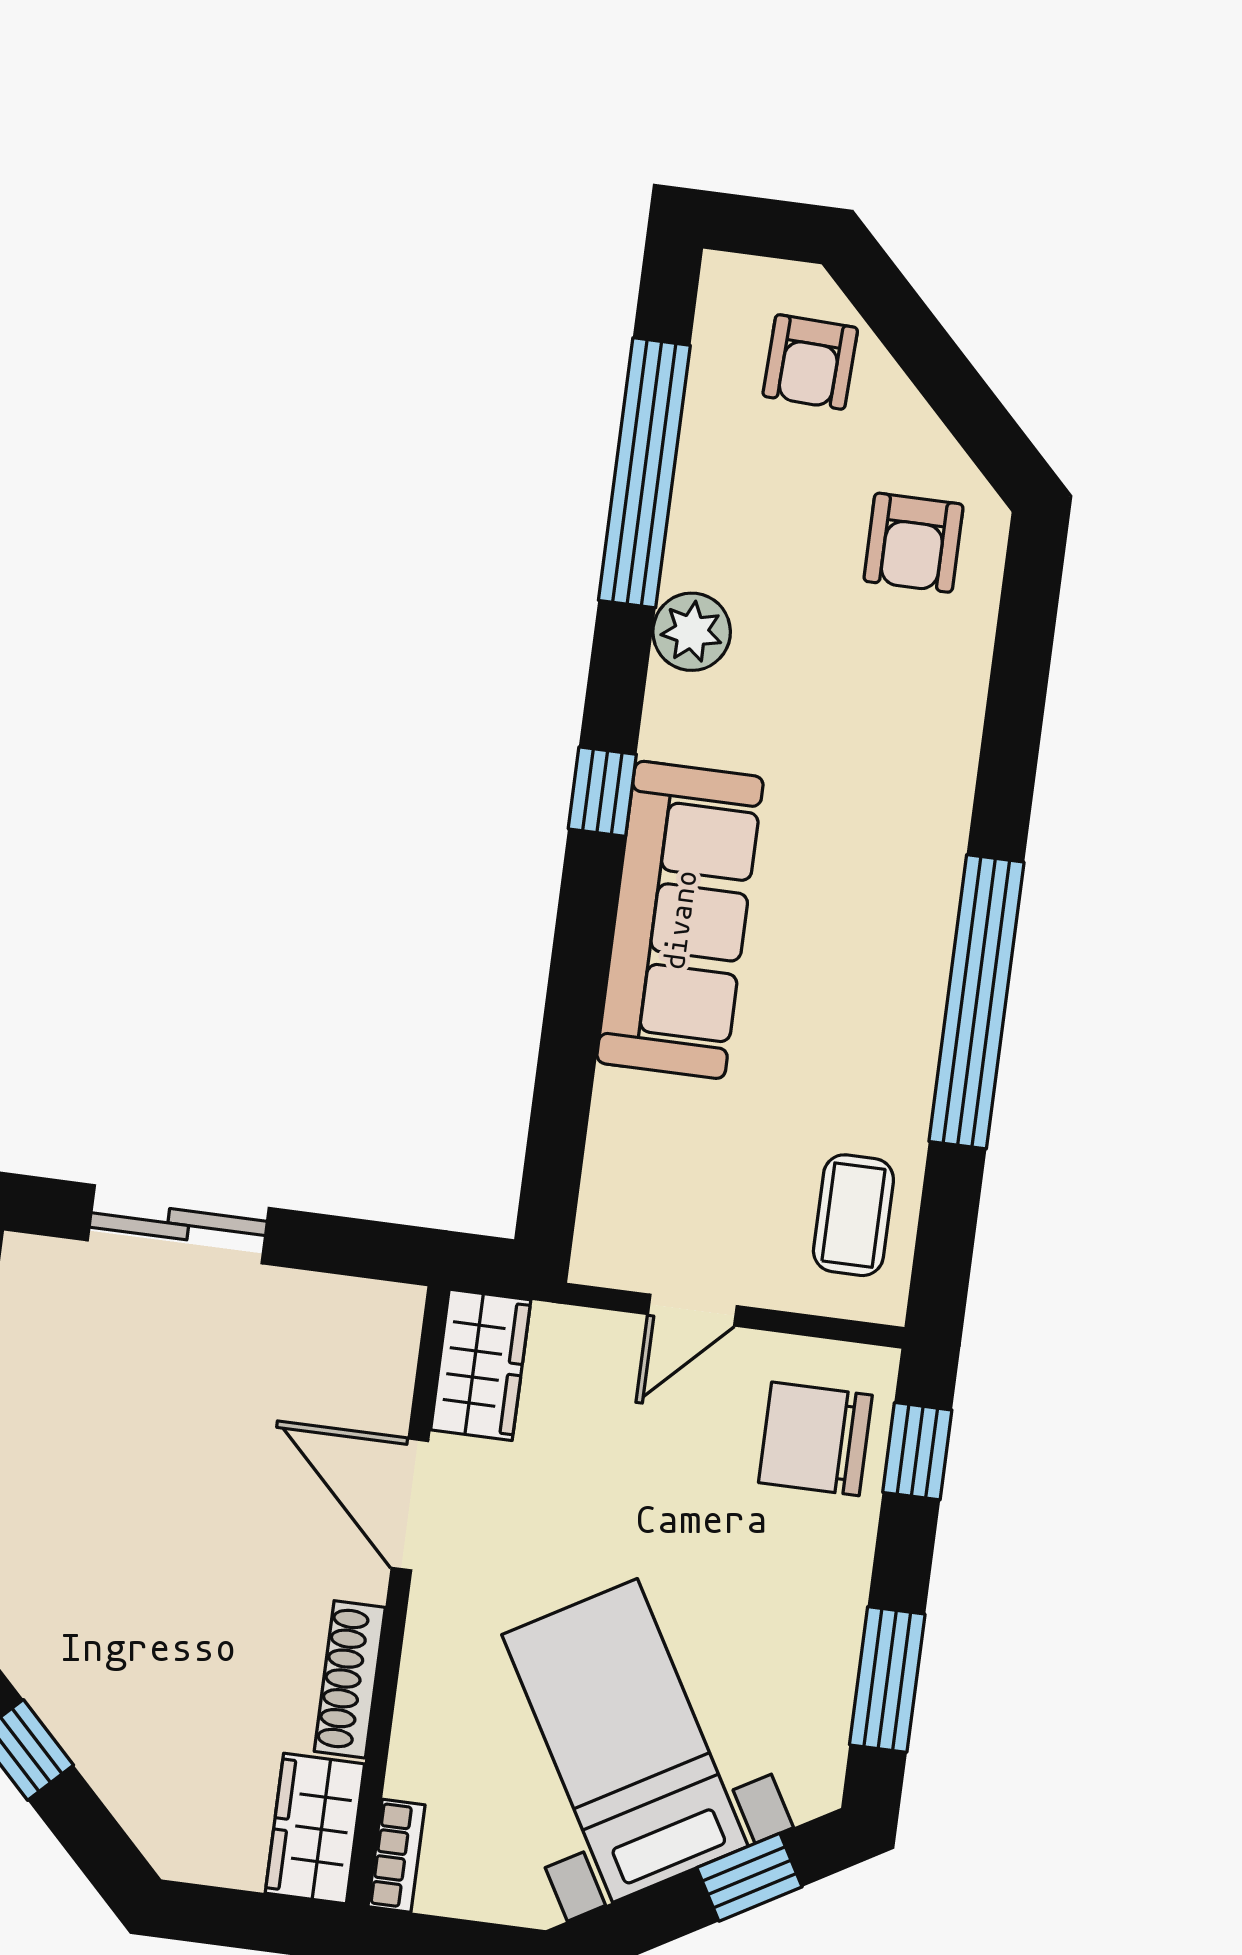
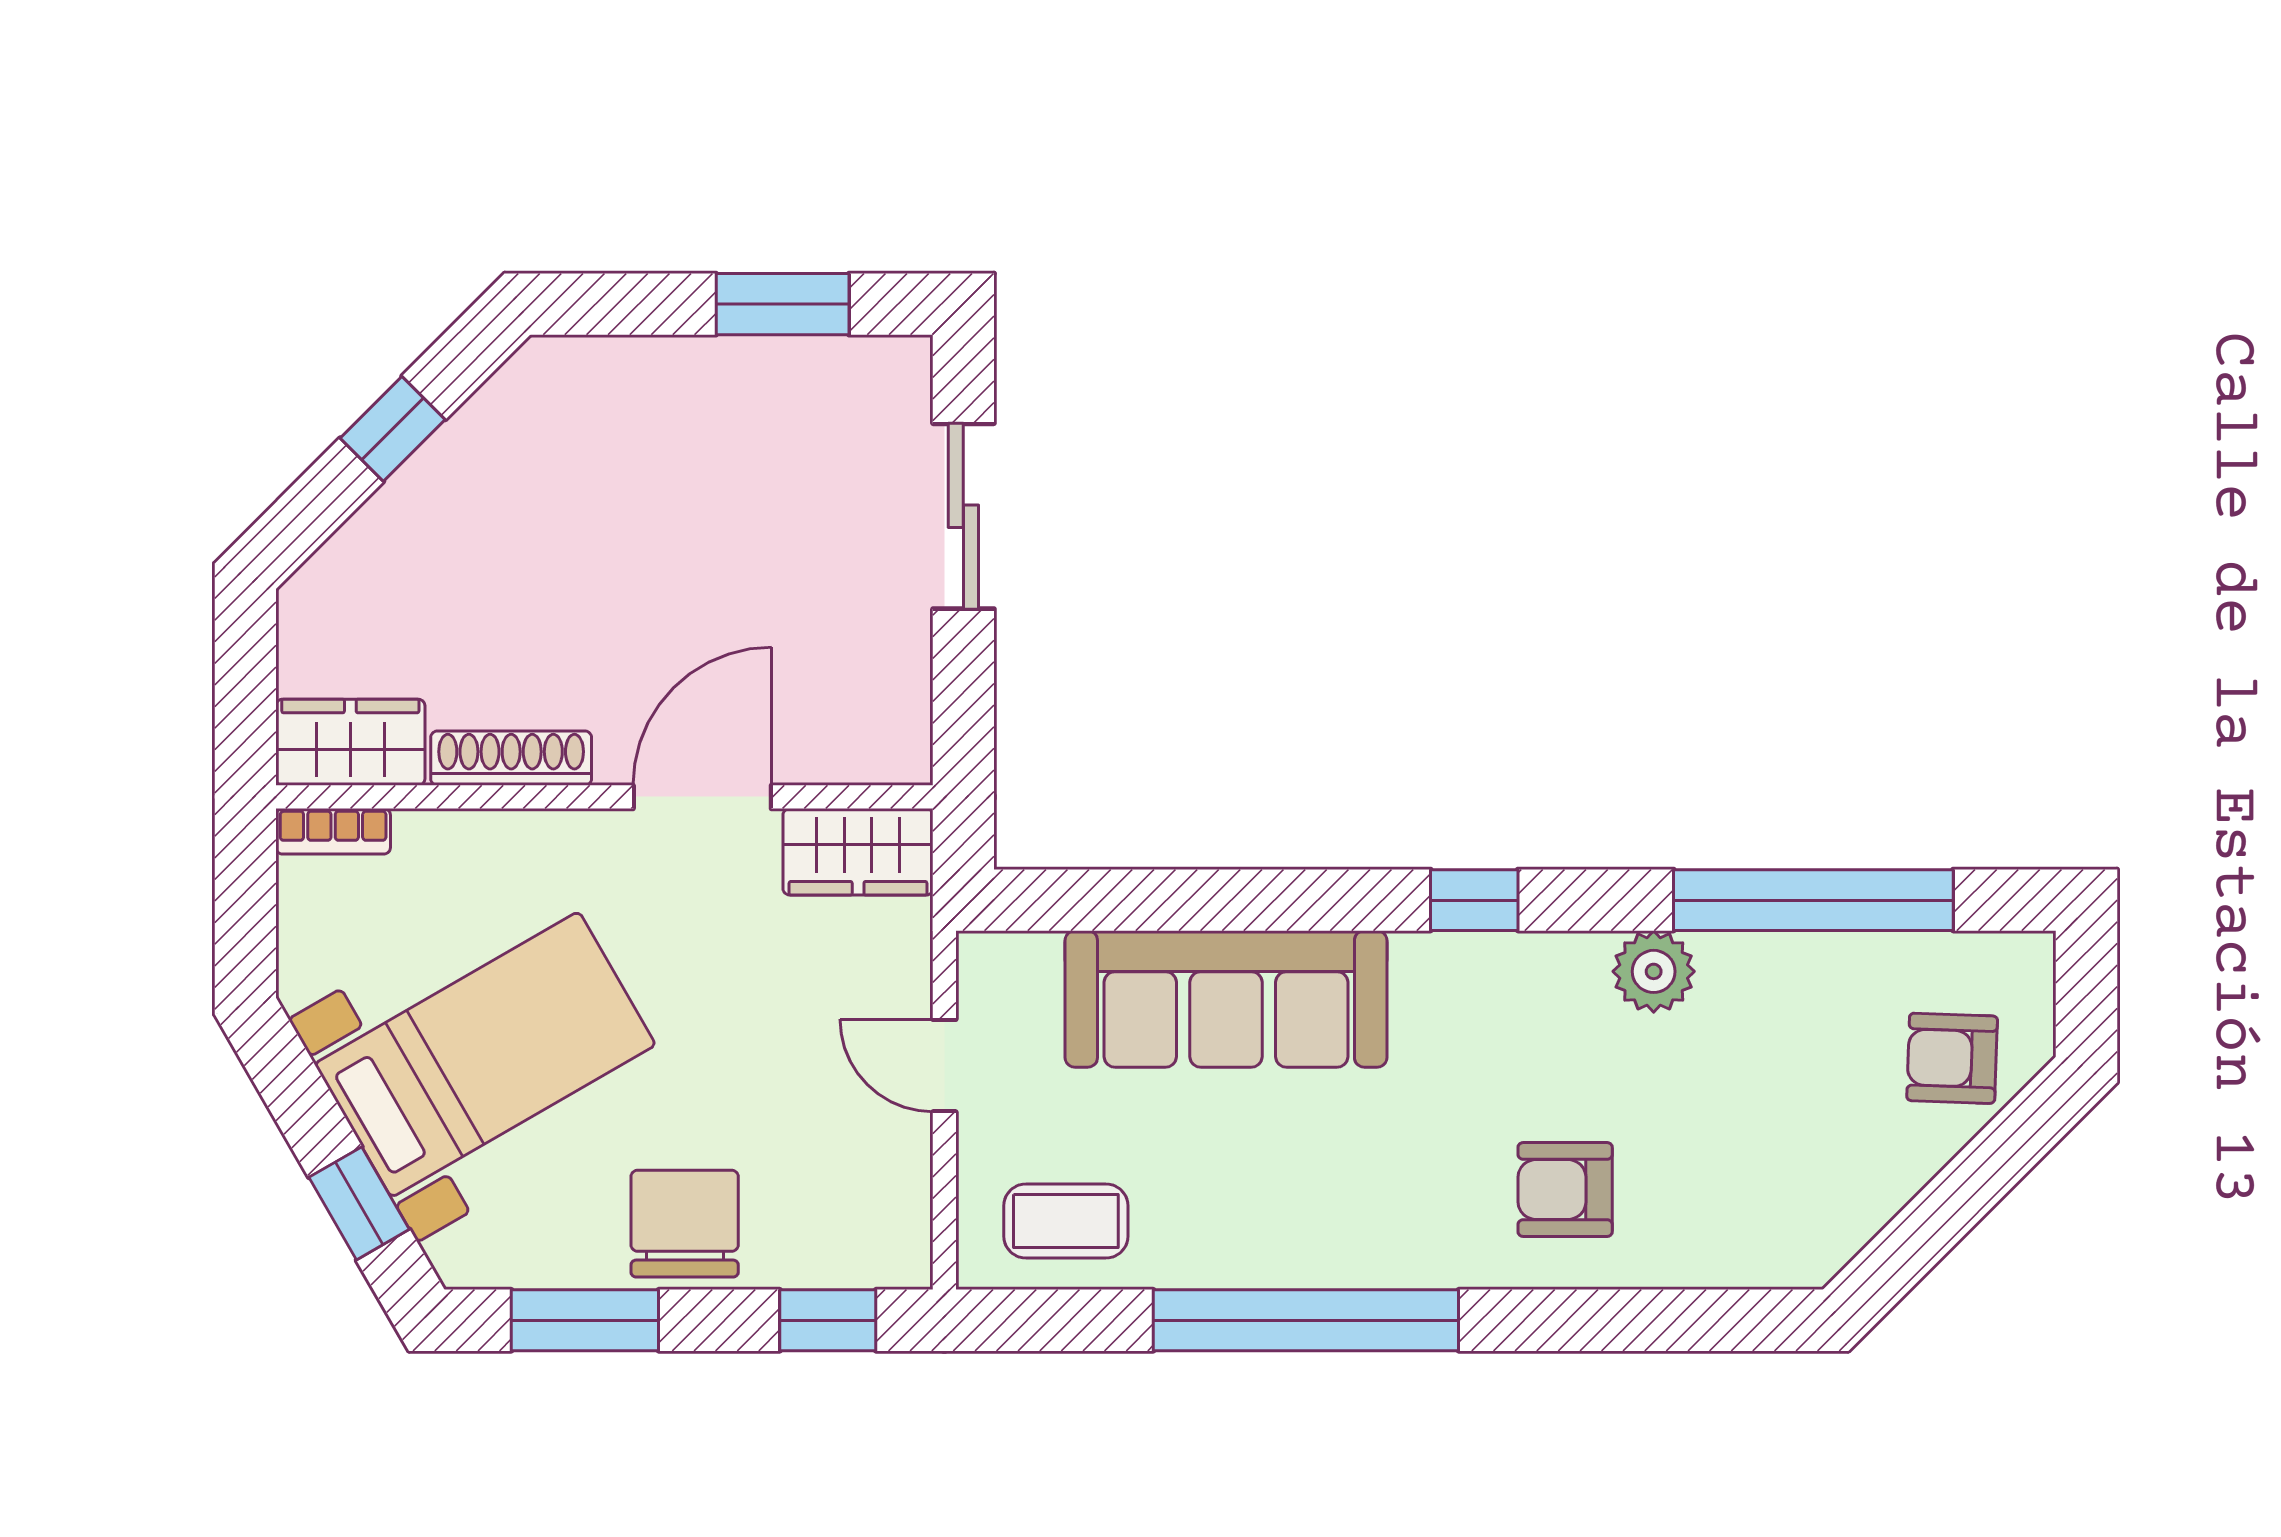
armchair: (913, 543) -> (1565, 1190), moved
sofa: (680, 920) -> (1226, 999), moved
chair: (815, 1439) -> (685, 1224), moved

